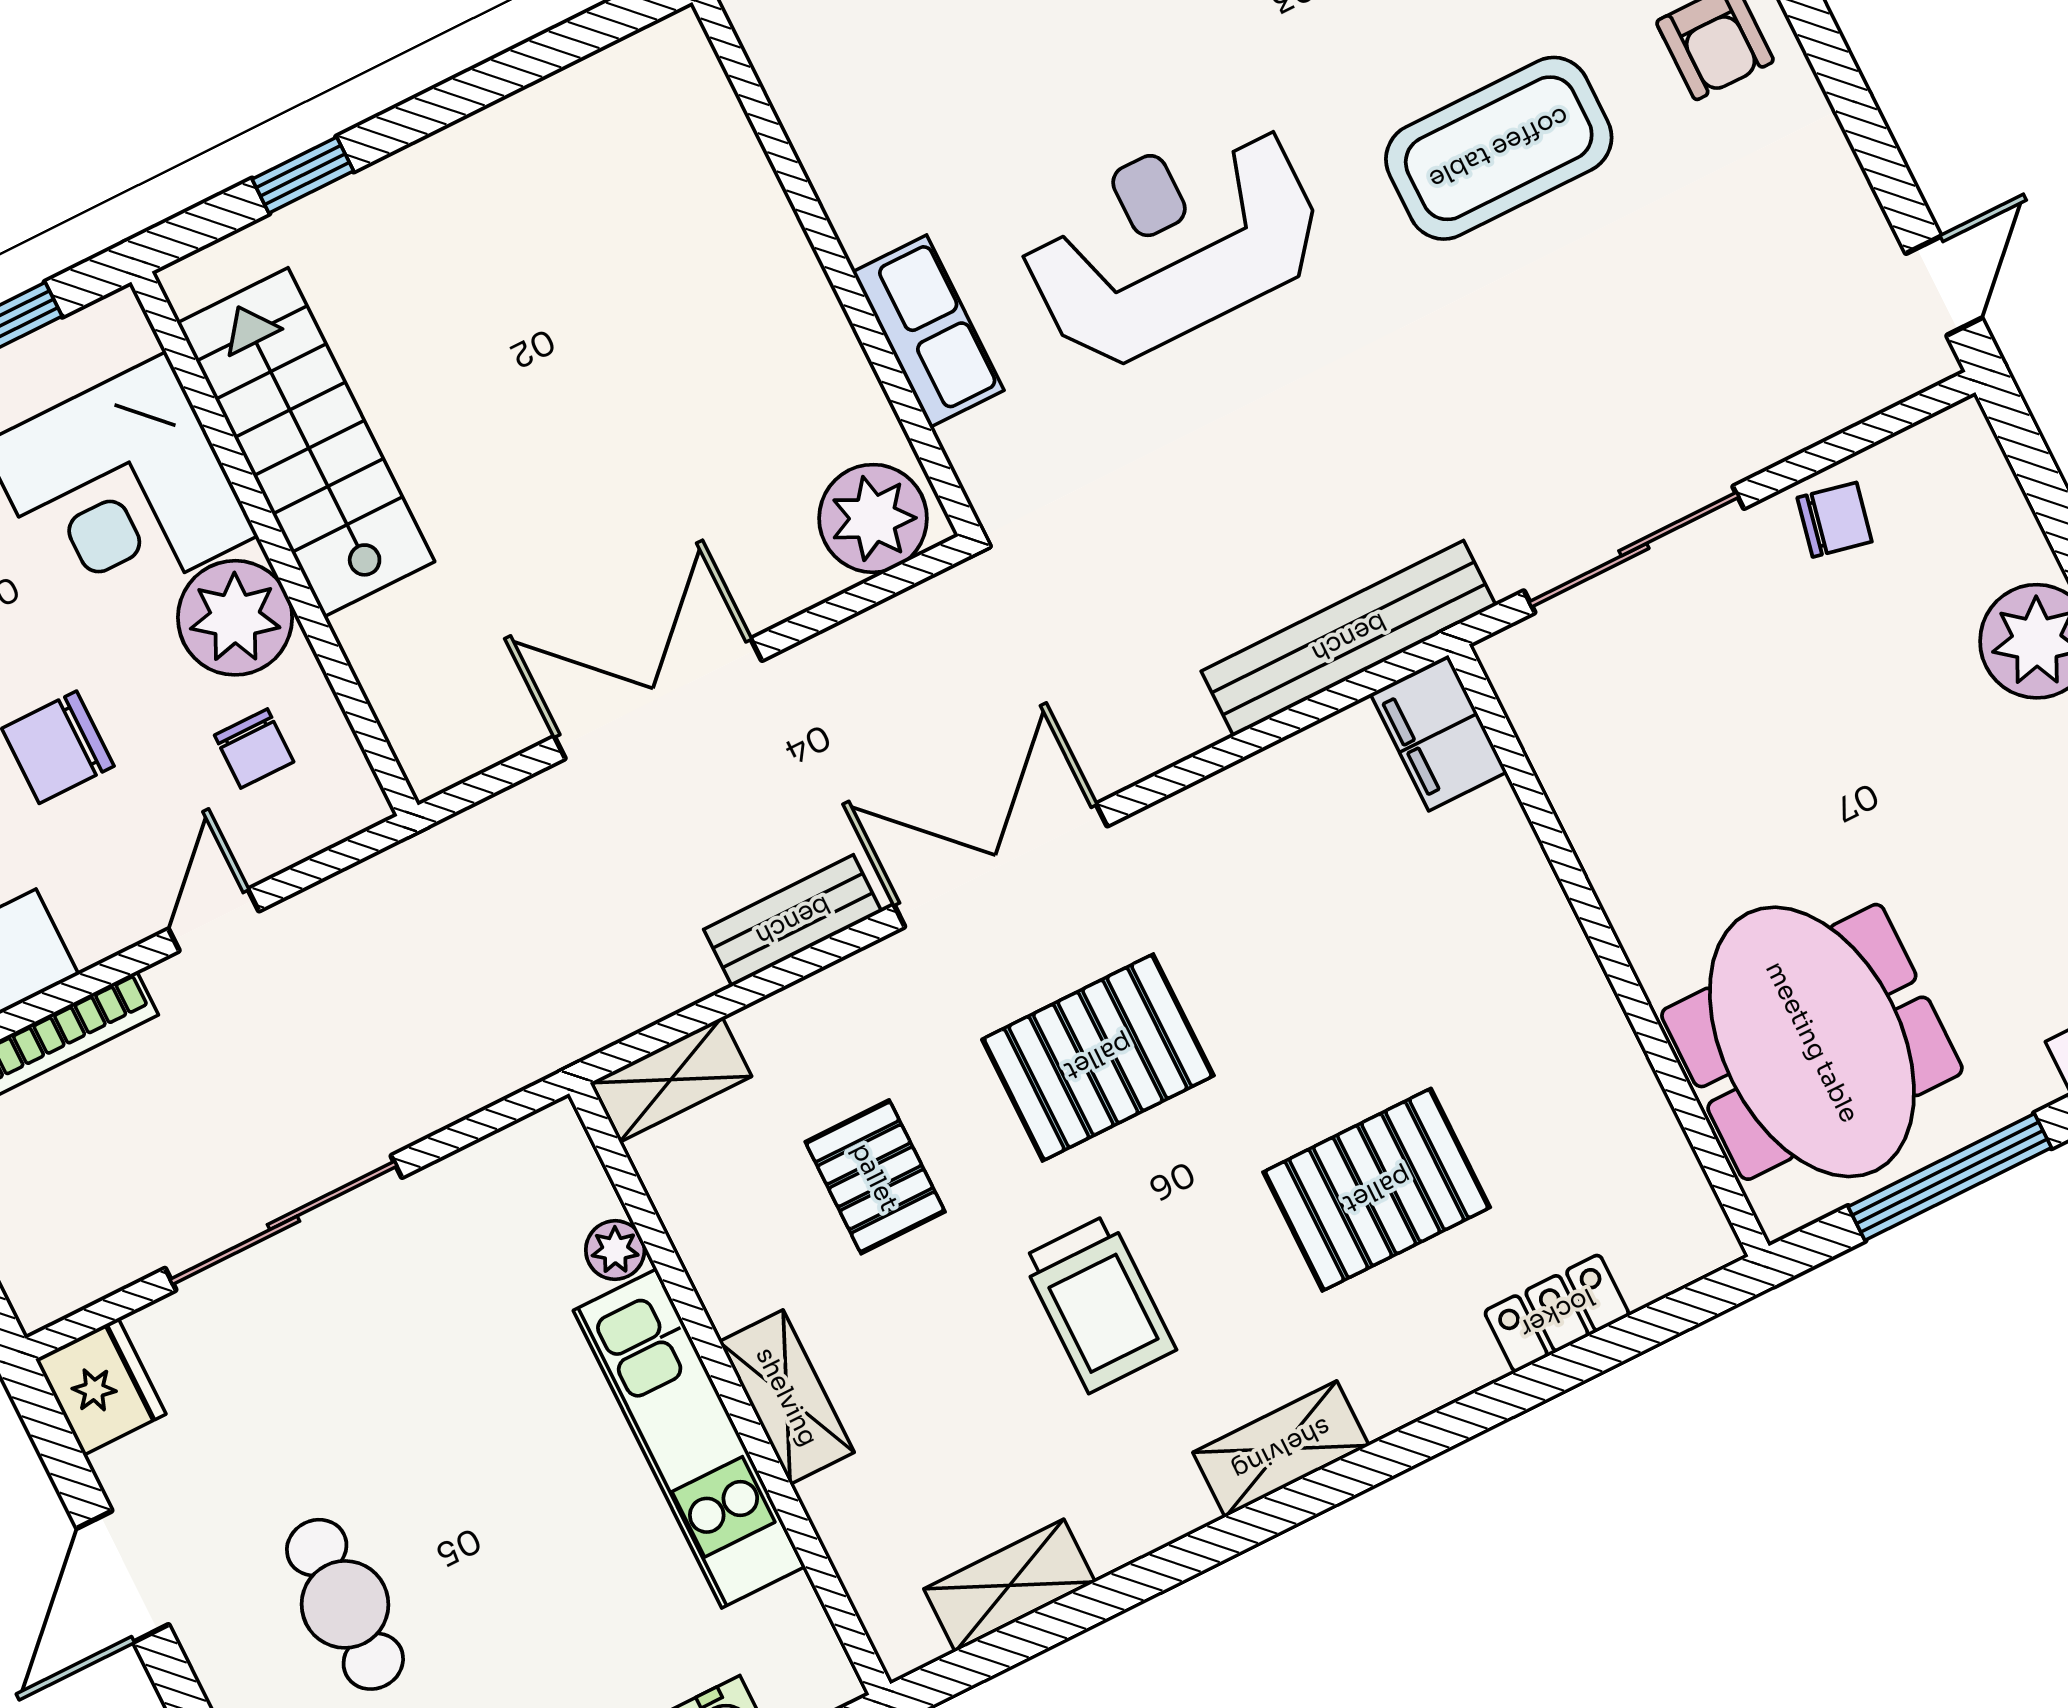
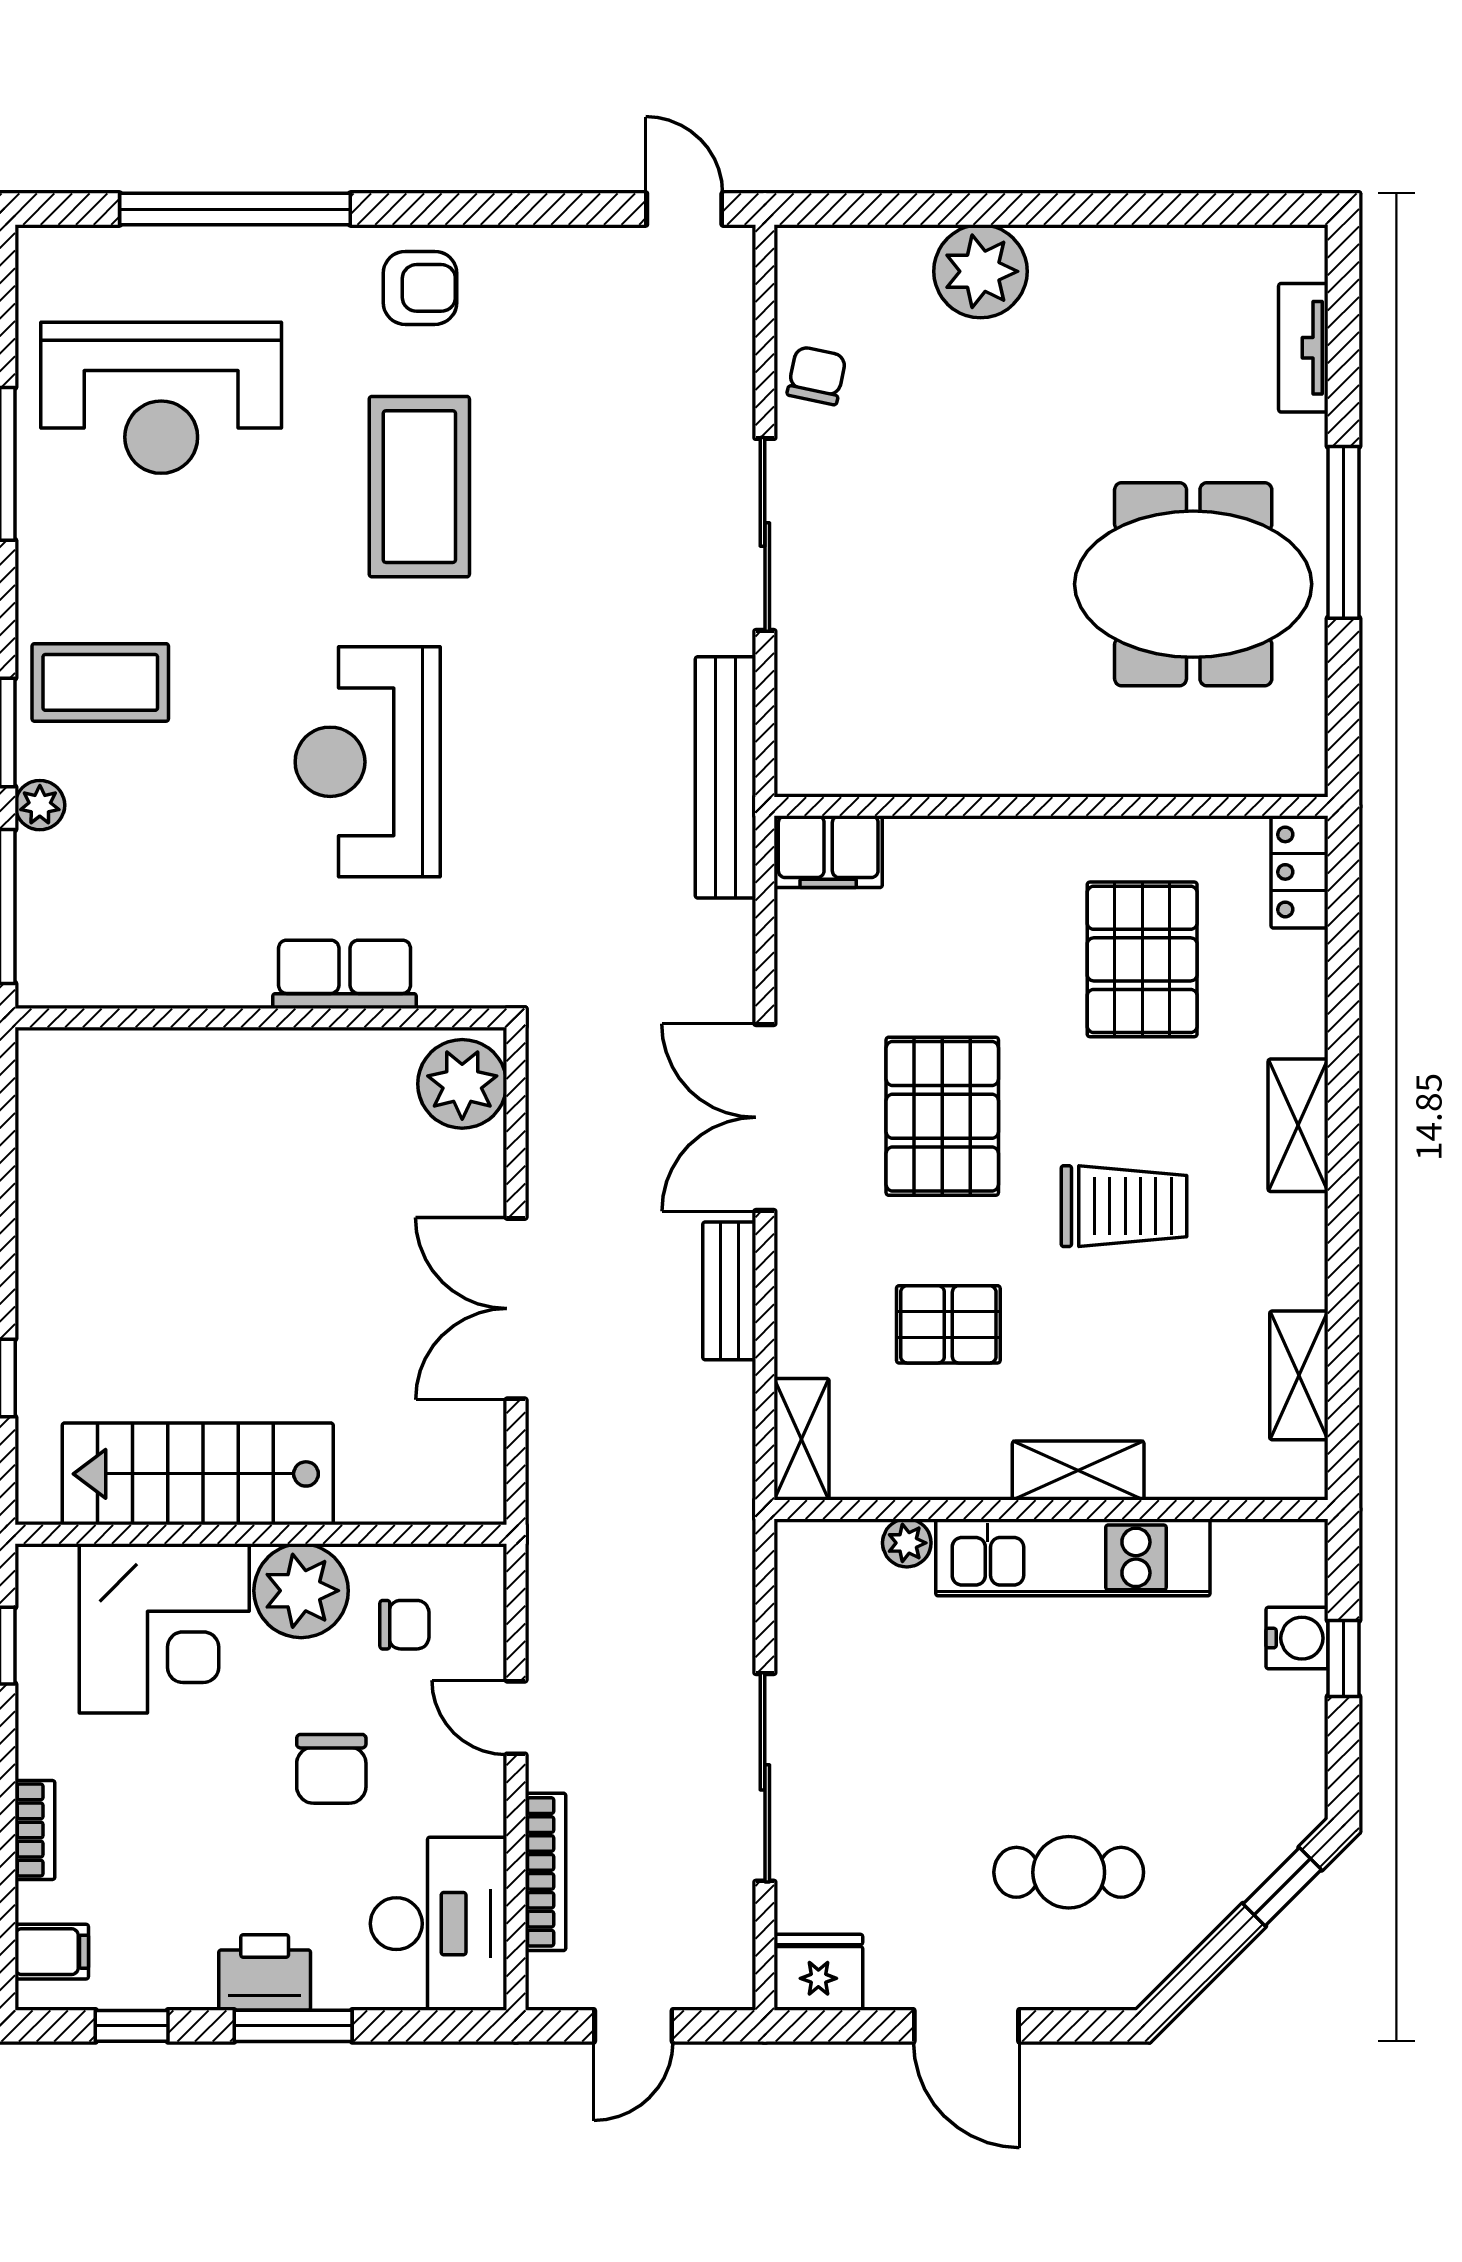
filing cabinet: (1438, 733) -> (828, 852), moved
wall: (1608, 951) -> (1051, 806), moved

